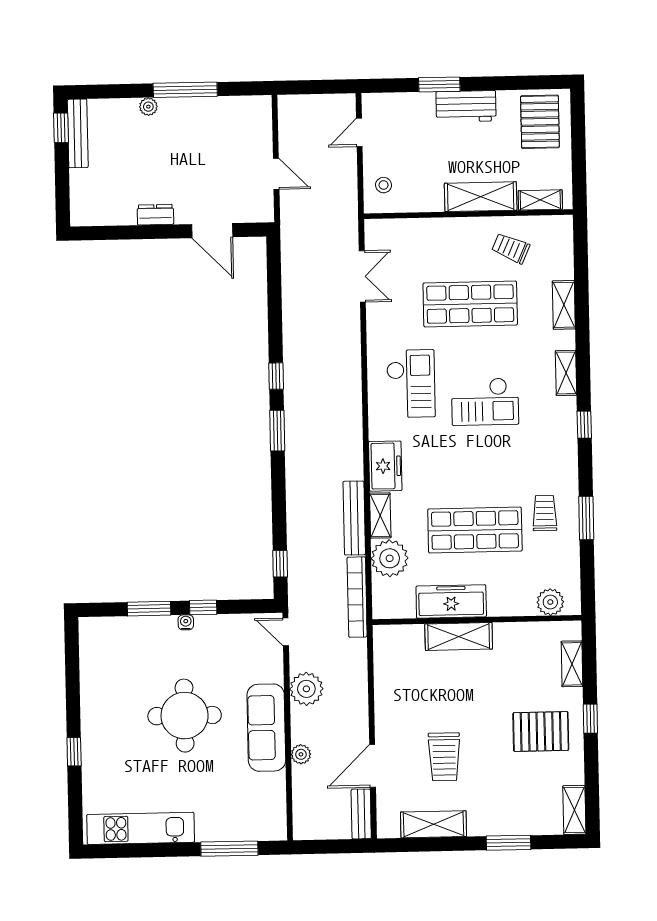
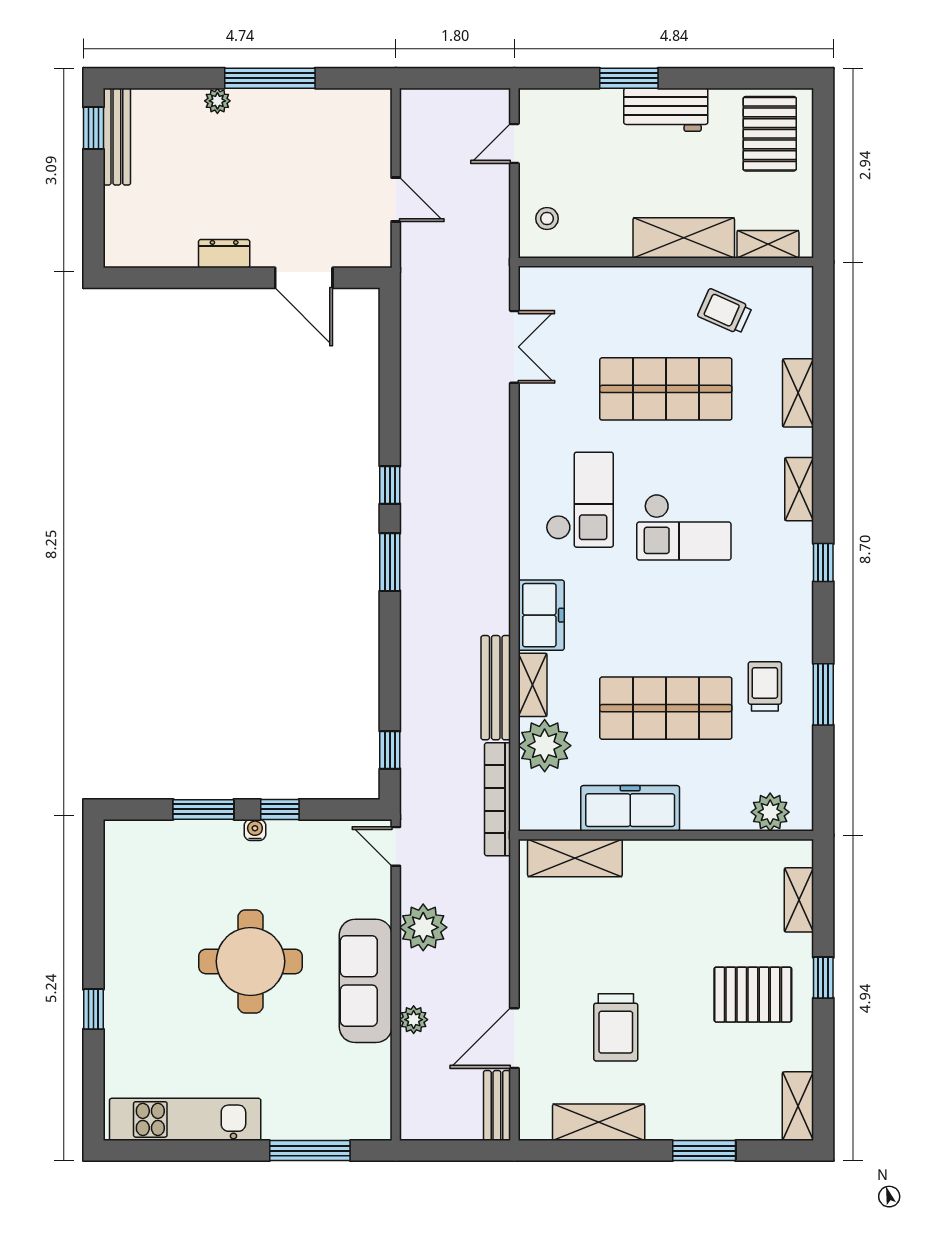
shelving: (459, 636) -> (575, 858), moved

